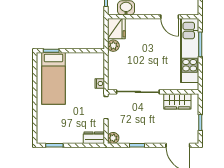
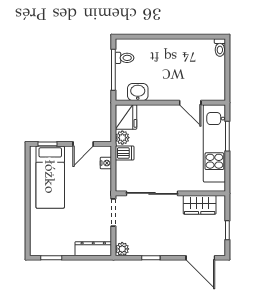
door: (81, 51) -> (83, 144), added
dishwasher: (115, 58) -> (125, 153), added
nightstand: (100, 84) -> (106, 163), moved
dresser: (94, 138) -> (93, 249), width x1.44

